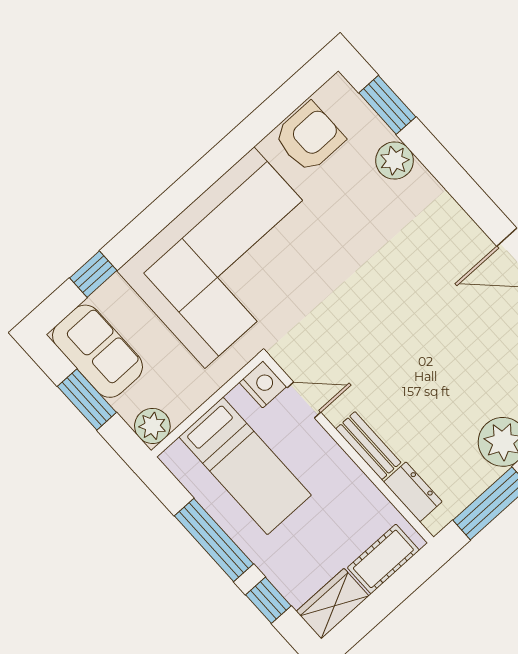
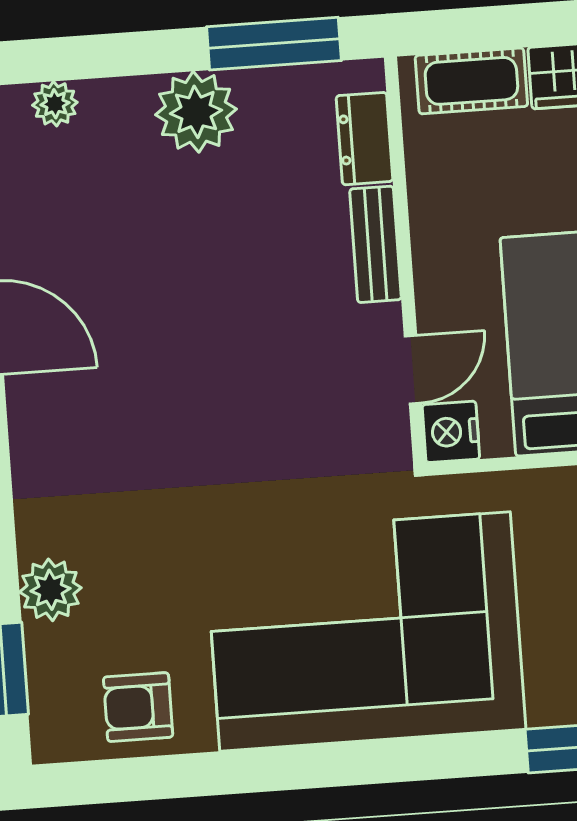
armchair: (309, 137) -> (138, 707), width x0.72, depth x0.72
door: (304, 400) -> (413, 369), swing flipped

